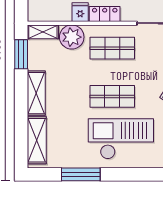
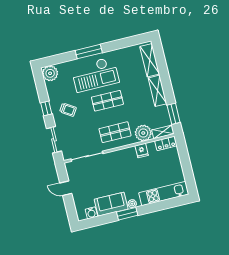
locker: (105, 14) -> (166, 143), moved
window: (81, 174) -> (89, 52), moved

